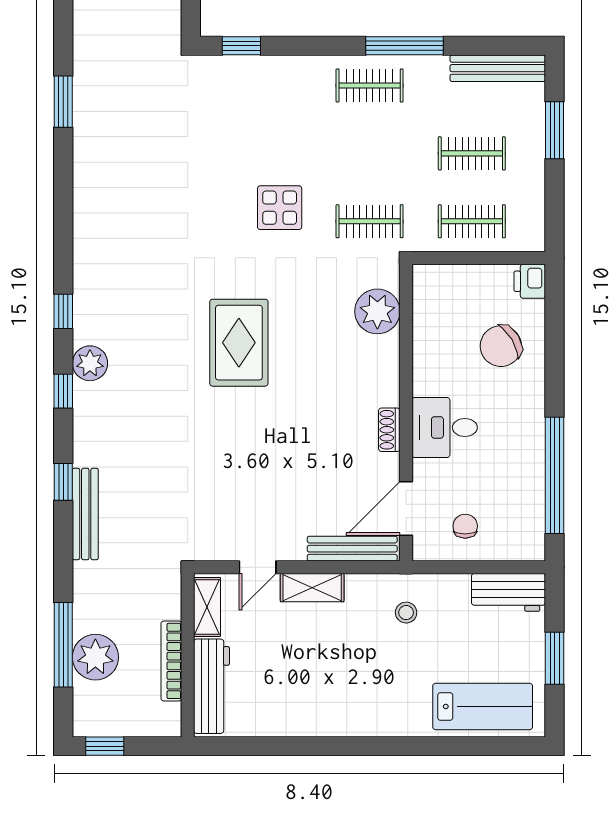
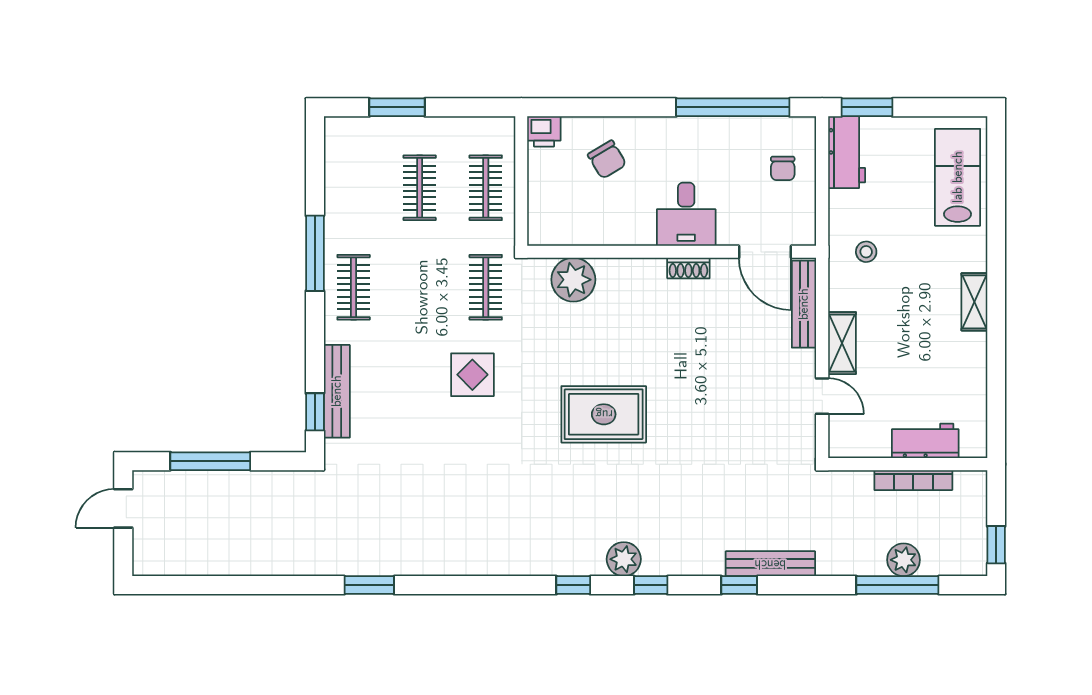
bench: (498, 68) -> (337, 391), moved
chair: (501, 346) -> (607, 160), width x0.73, depth x0.73
chair: (465, 526) -> (783, 168), moved, turned -90
shelving: (207, 607) -> (974, 302), moved, turned 90
plant: (95, 657) -> (904, 560), width x0.73, depth x0.73
window: (555, 658) -> (867, 107), moved
workbench: (211, 686) -> (925, 441), width x0.73

